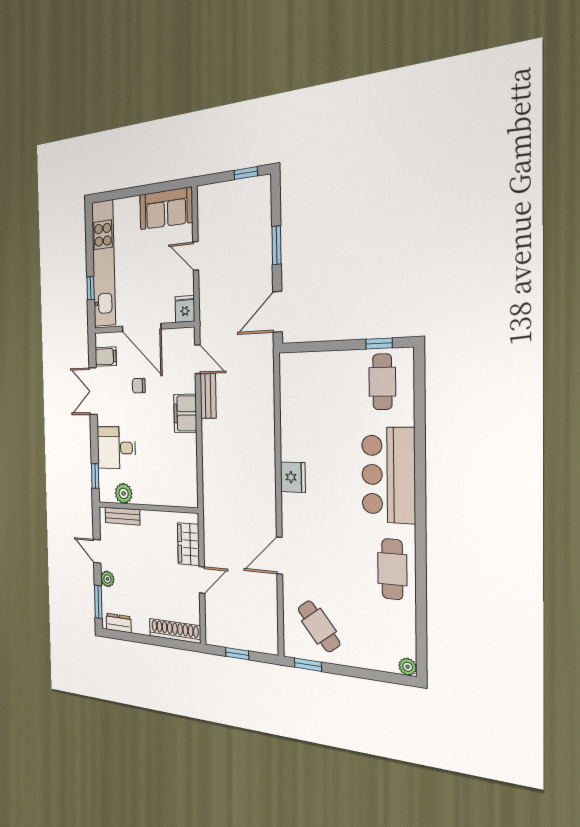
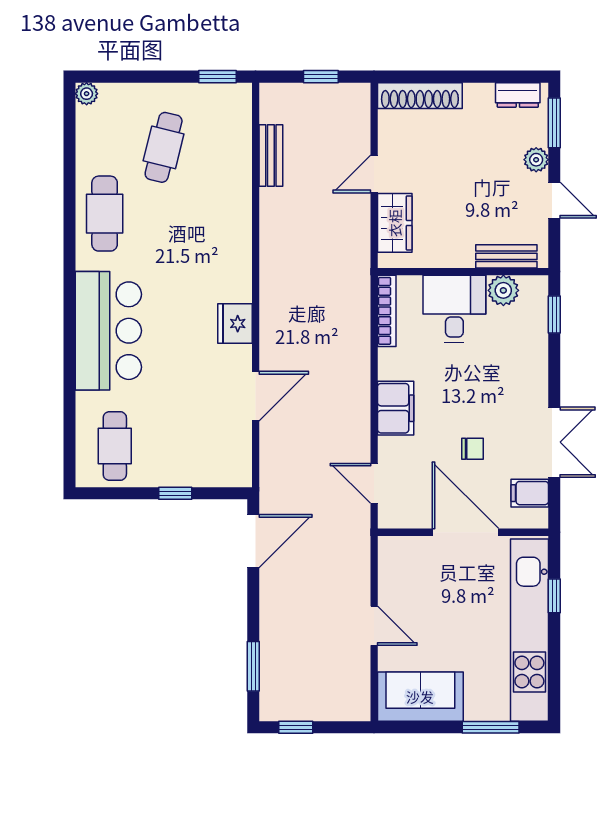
window: (124, 193) -> (491, 727), added
window: (277, 245) -> (253, 666), moved
fridge: (185, 309) -> (393, 554), removed
window: (379, 343) -> (175, 493), moved
bench: (208, 396) -> (271, 156), moved
desk: (116, 448) -> (454, 309), moved, turned -90
bookcase: (192, 483) -> (387, 311), added
door: (279, 556) -> (256, 396), moved
cafe table: (319, 626) -> (164, 147), moved, turned 52

